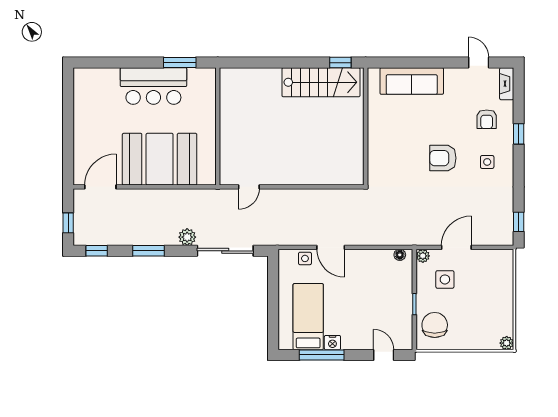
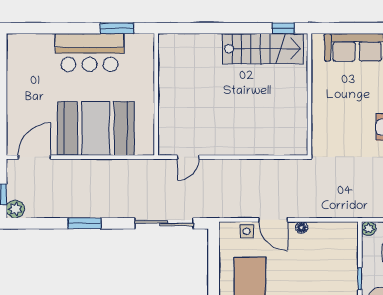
plant: (187, 237) -> (15, 209), moved
window: (97, 251) -> (31, 223), removed
floor lamp: (400, 255) -> (302, 227), moved

